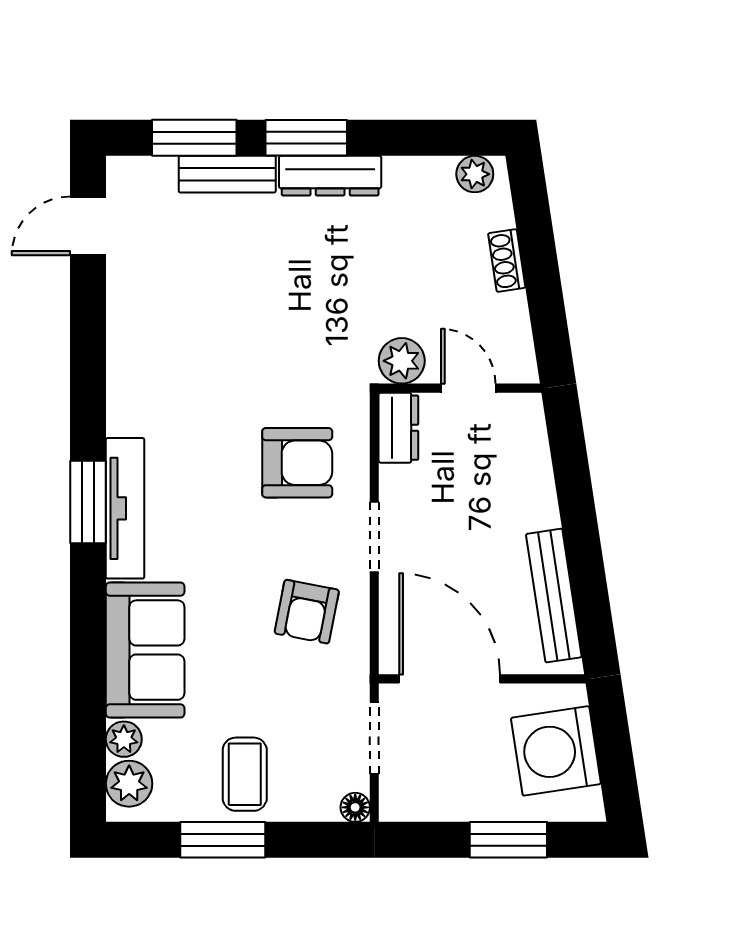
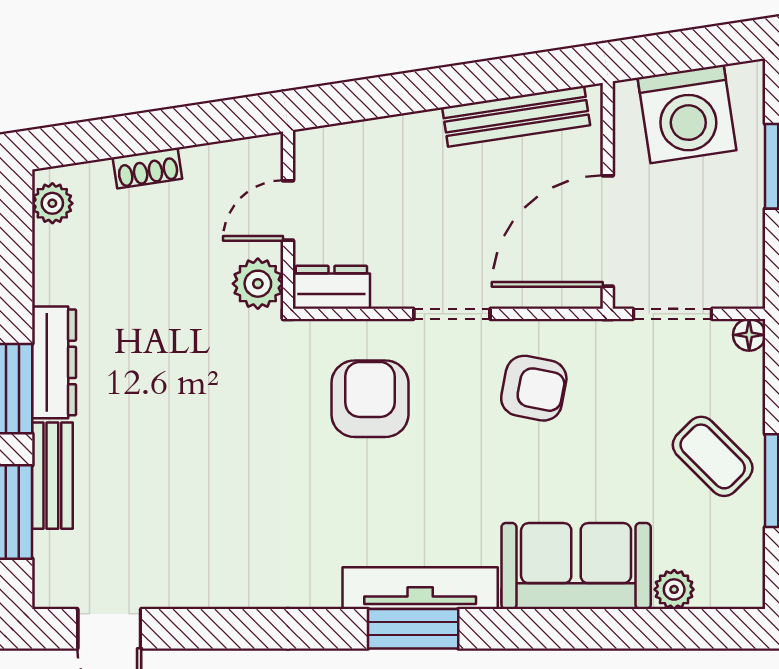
coffee table: (245, 774) -> (713, 456), turned 45
plant: (129, 784) -> (723, 584), removed

